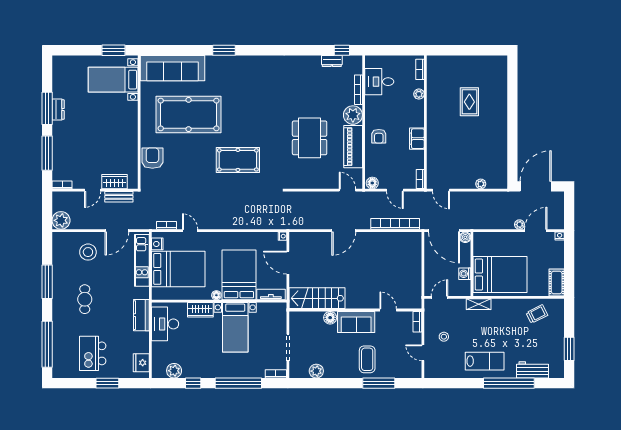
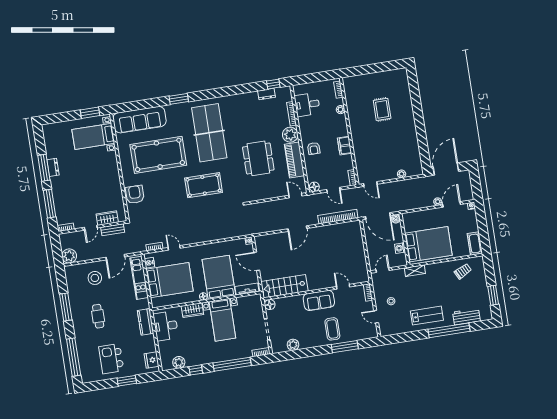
table tennis table: (255, 97) -> (209, 133), added
floor lamp: (330, 318) -> (270, 305), moved

